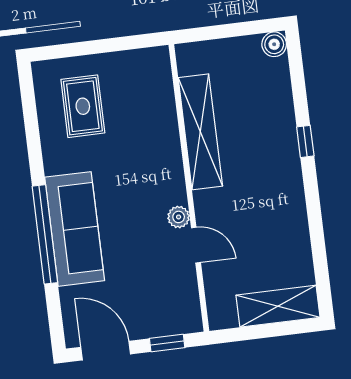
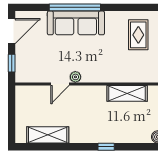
rug: (83, 106) -> (138, 35), turned 90
shelving: (200, 132) -> (127, 93), width x0.68
shelving: (278, 306) -> (48, 135), moved, turned 90

